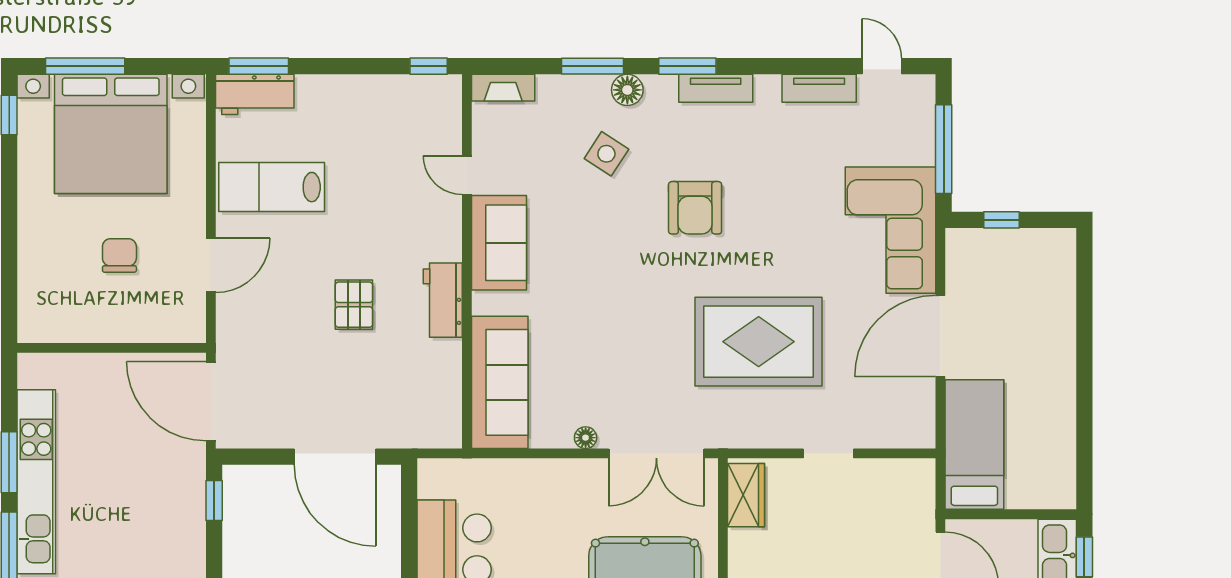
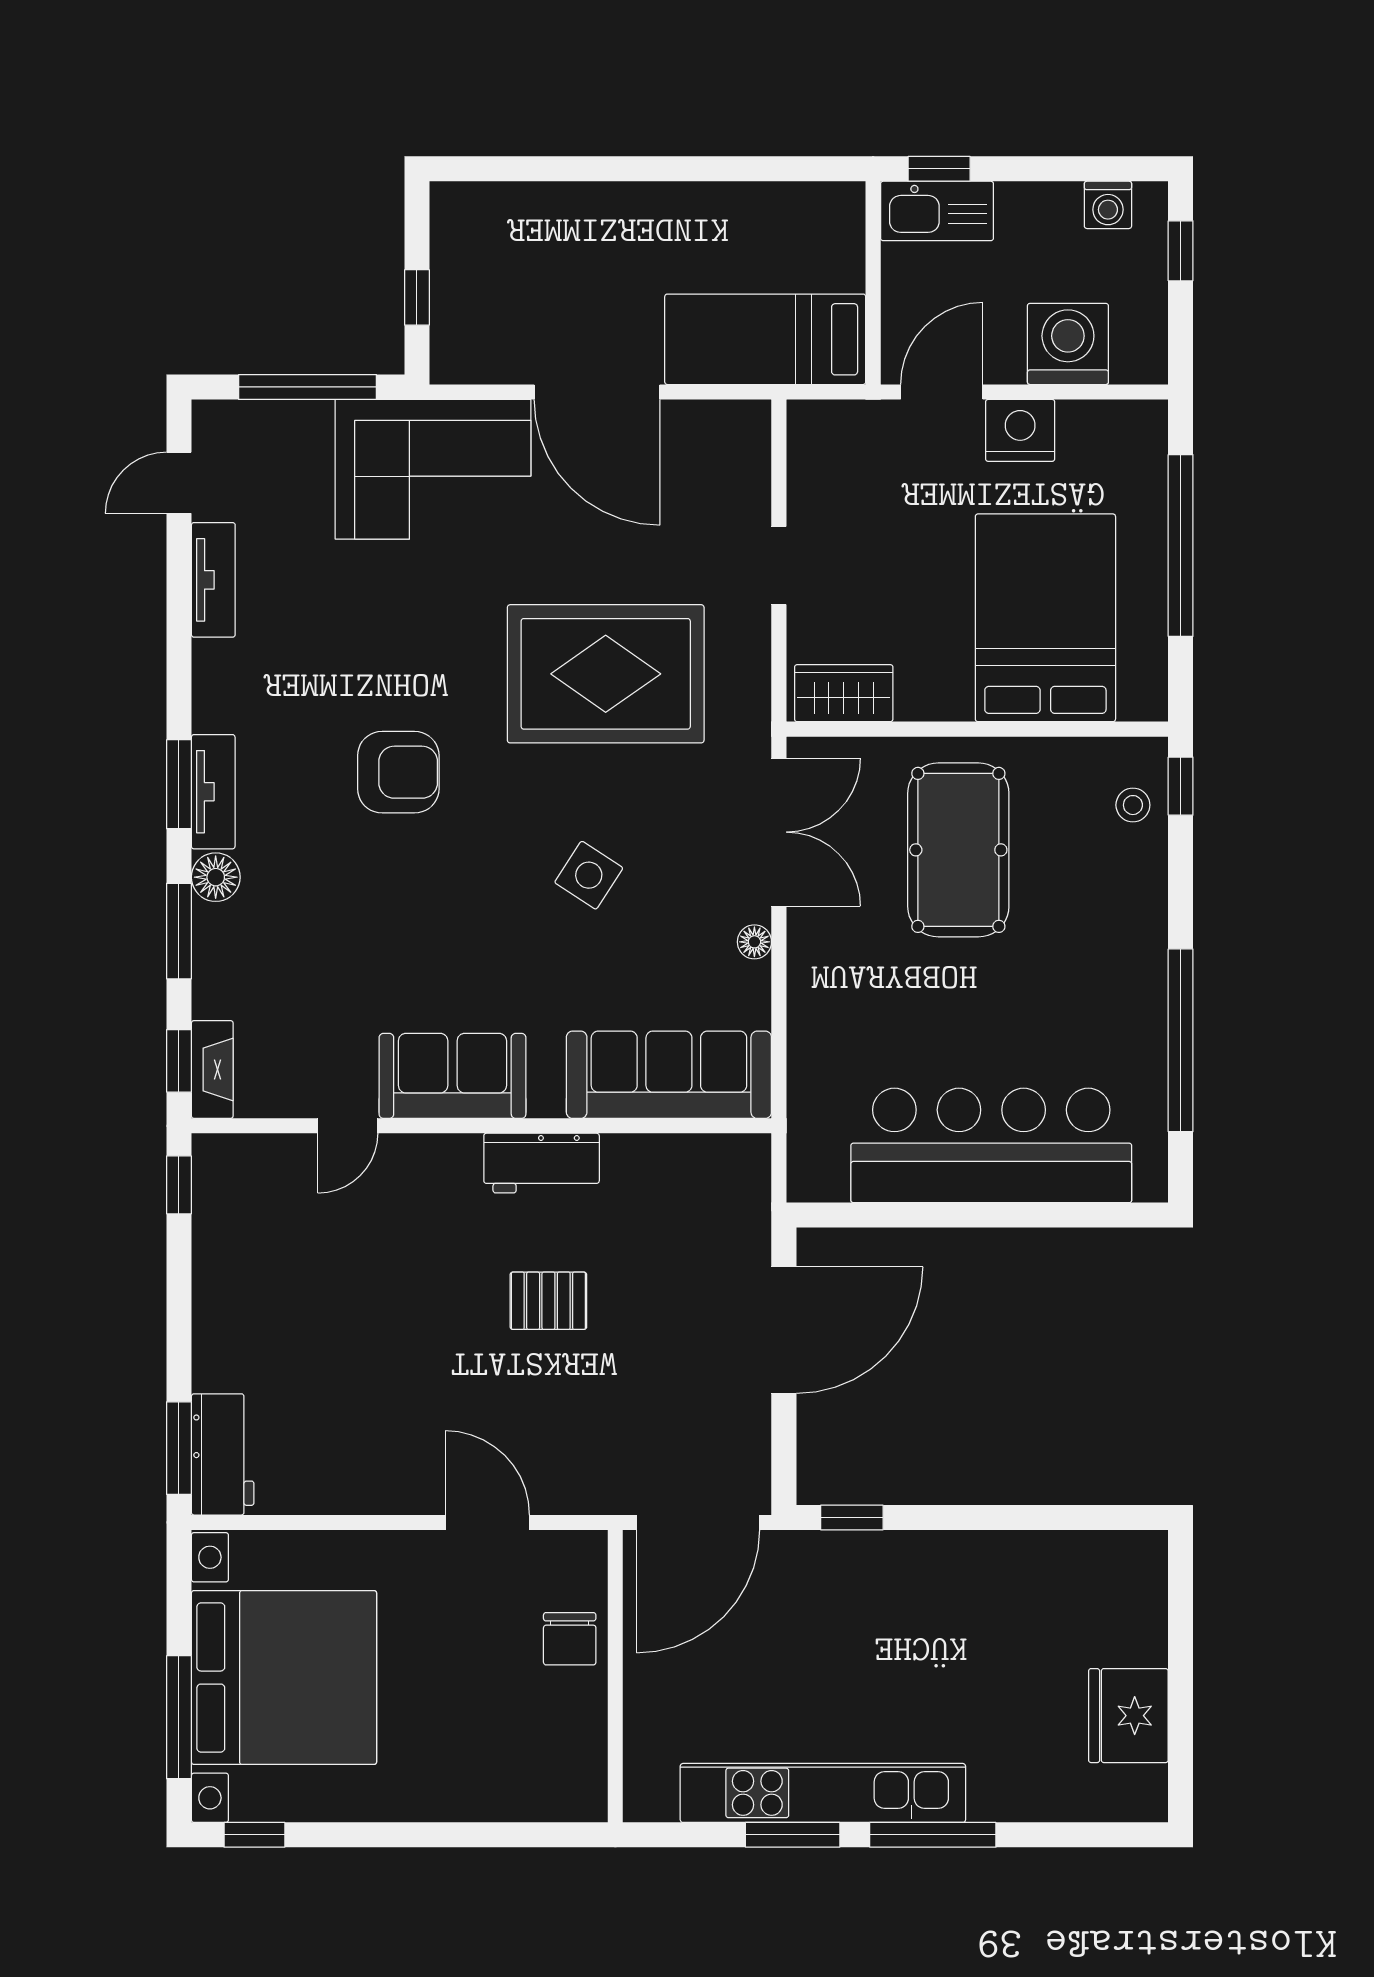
window: (509, 66) -> (179, 1061), added
tv unit: (716, 88) -> (213, 792), moved
side table: (606, 154) -> (589, 875), moved
lab bench: (272, 187) -> (366, 1428), removed
chair: (119, 255) -> (570, 1639), moved, turned -90
rug: (759, 342) -> (606, 674), turned 90

